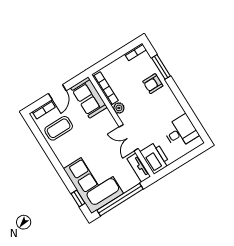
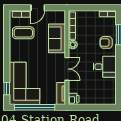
sofa: (89, 97) -> (57, 38), moved
desk: (181, 132) -> (105, 67), moved
double door: (129, 138) -> (67, 69), swing flipped
printer: (155, 158) -> (74, 99), width x0.53, depth x0.68

